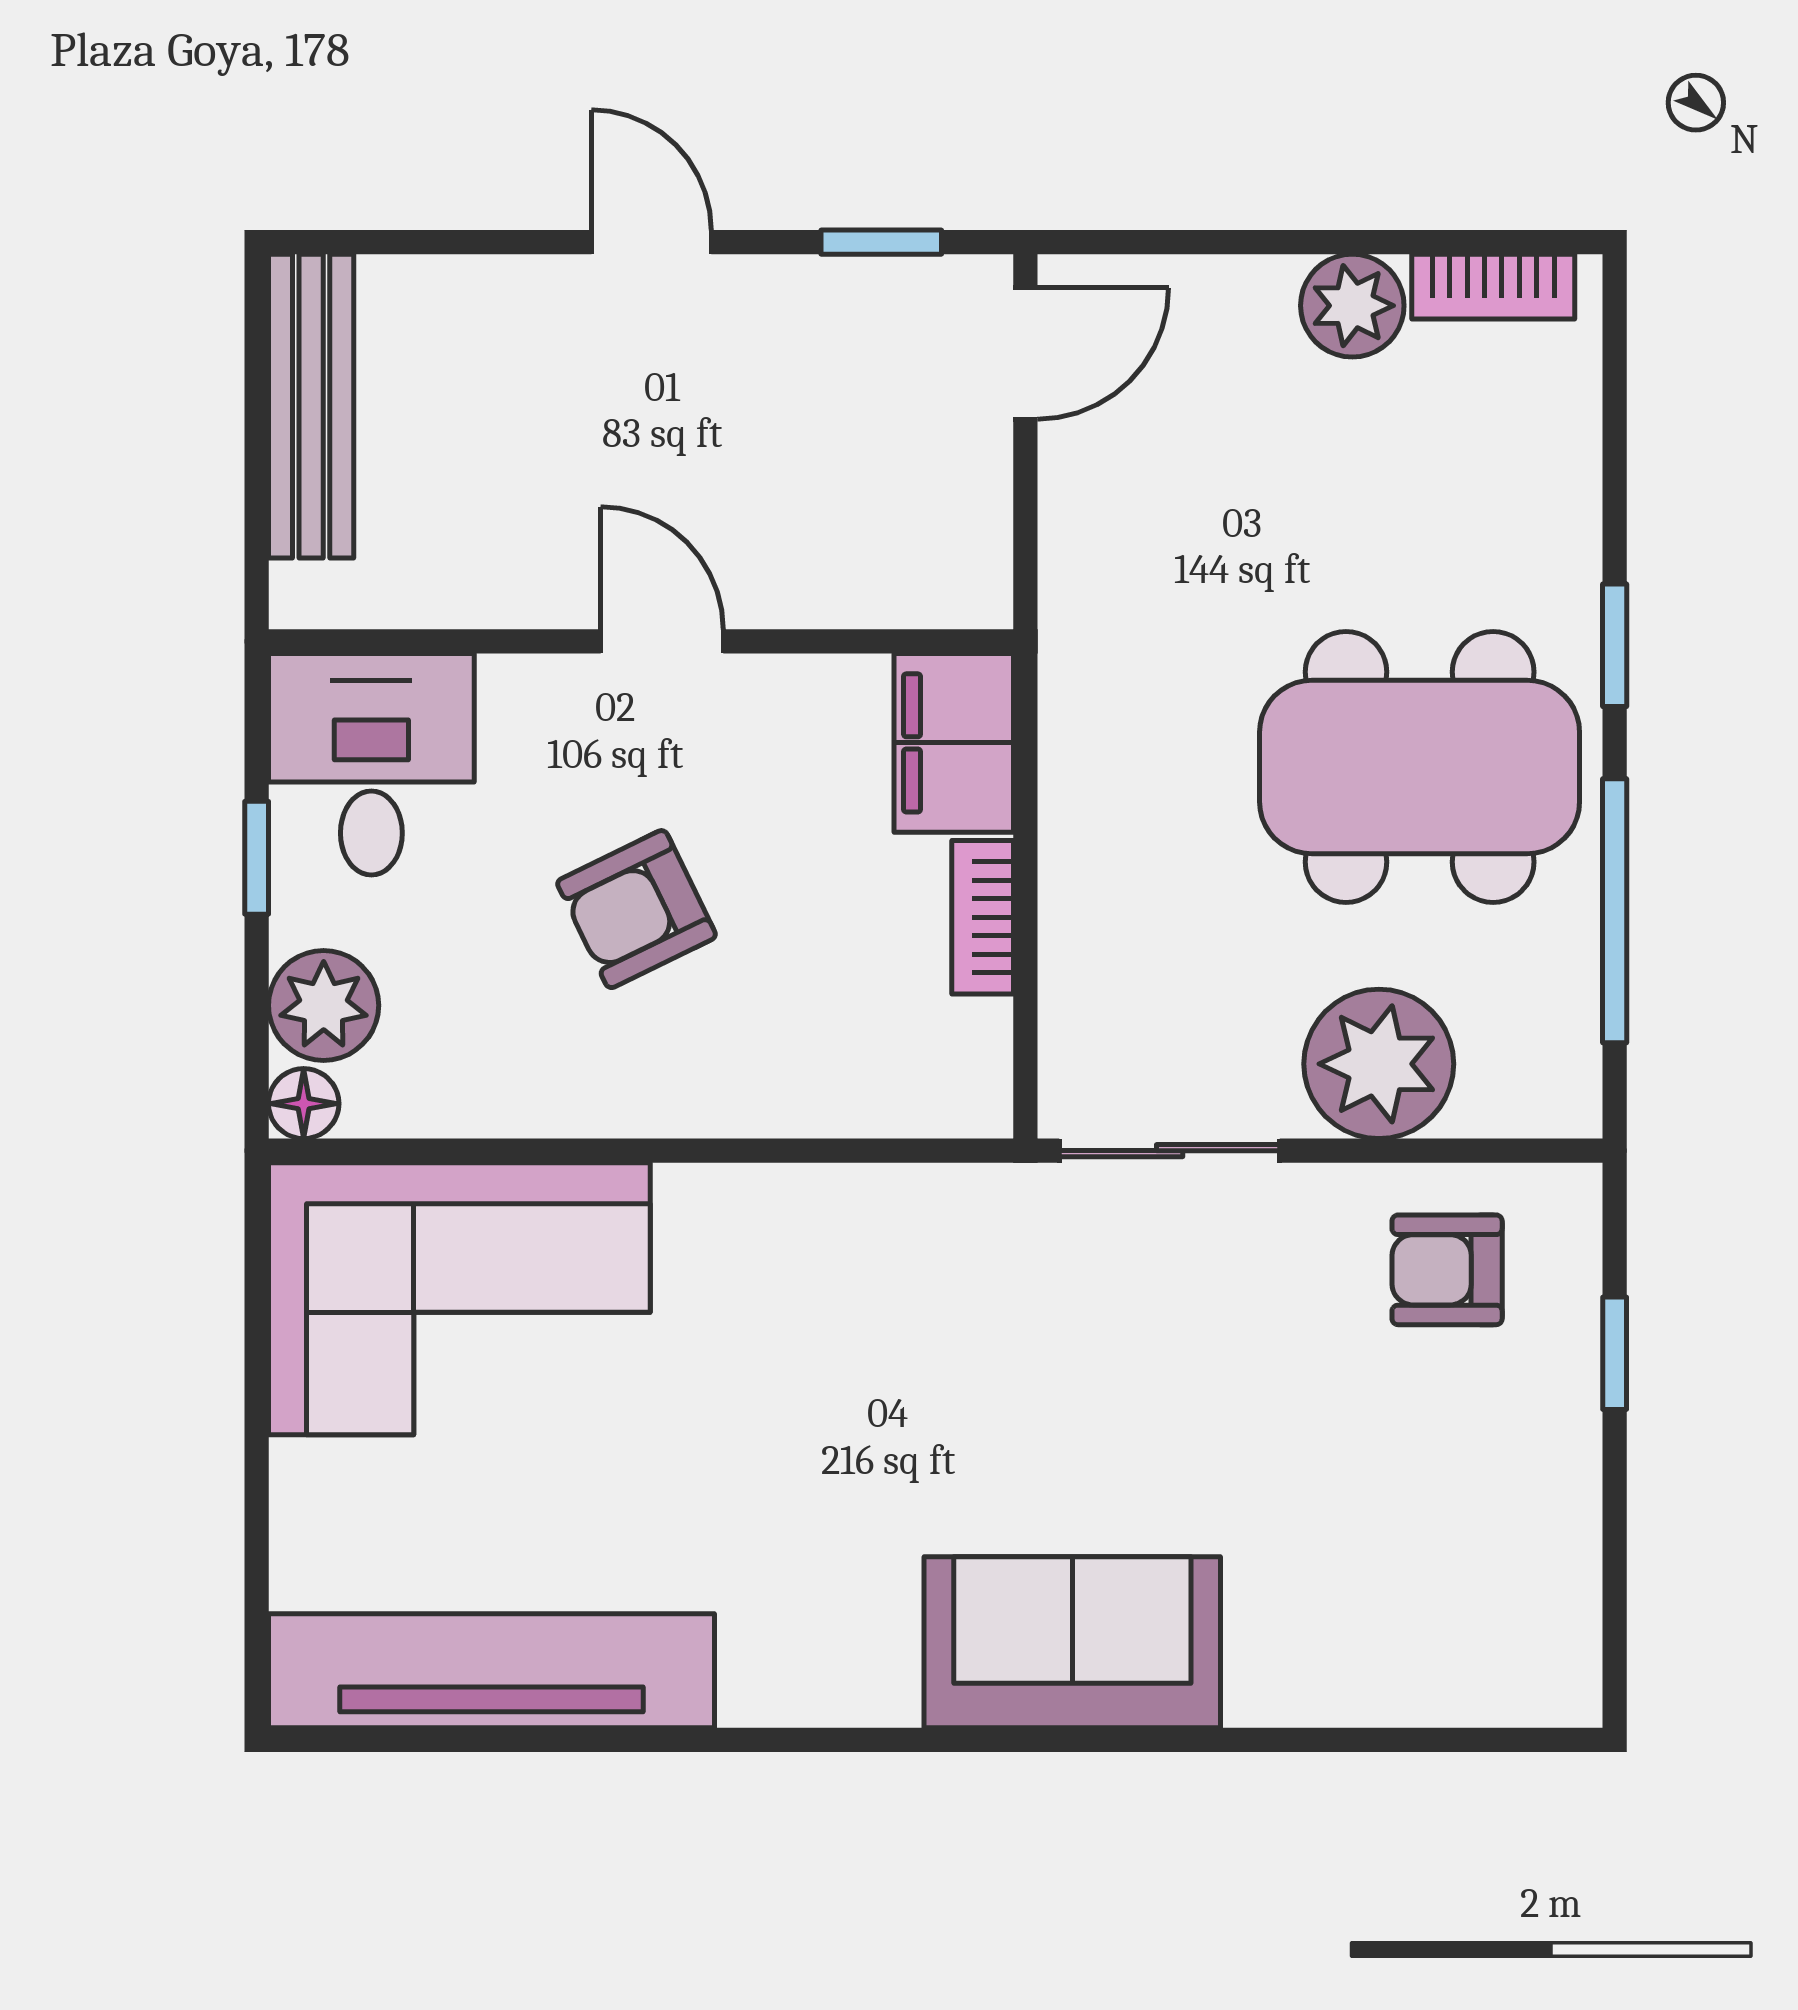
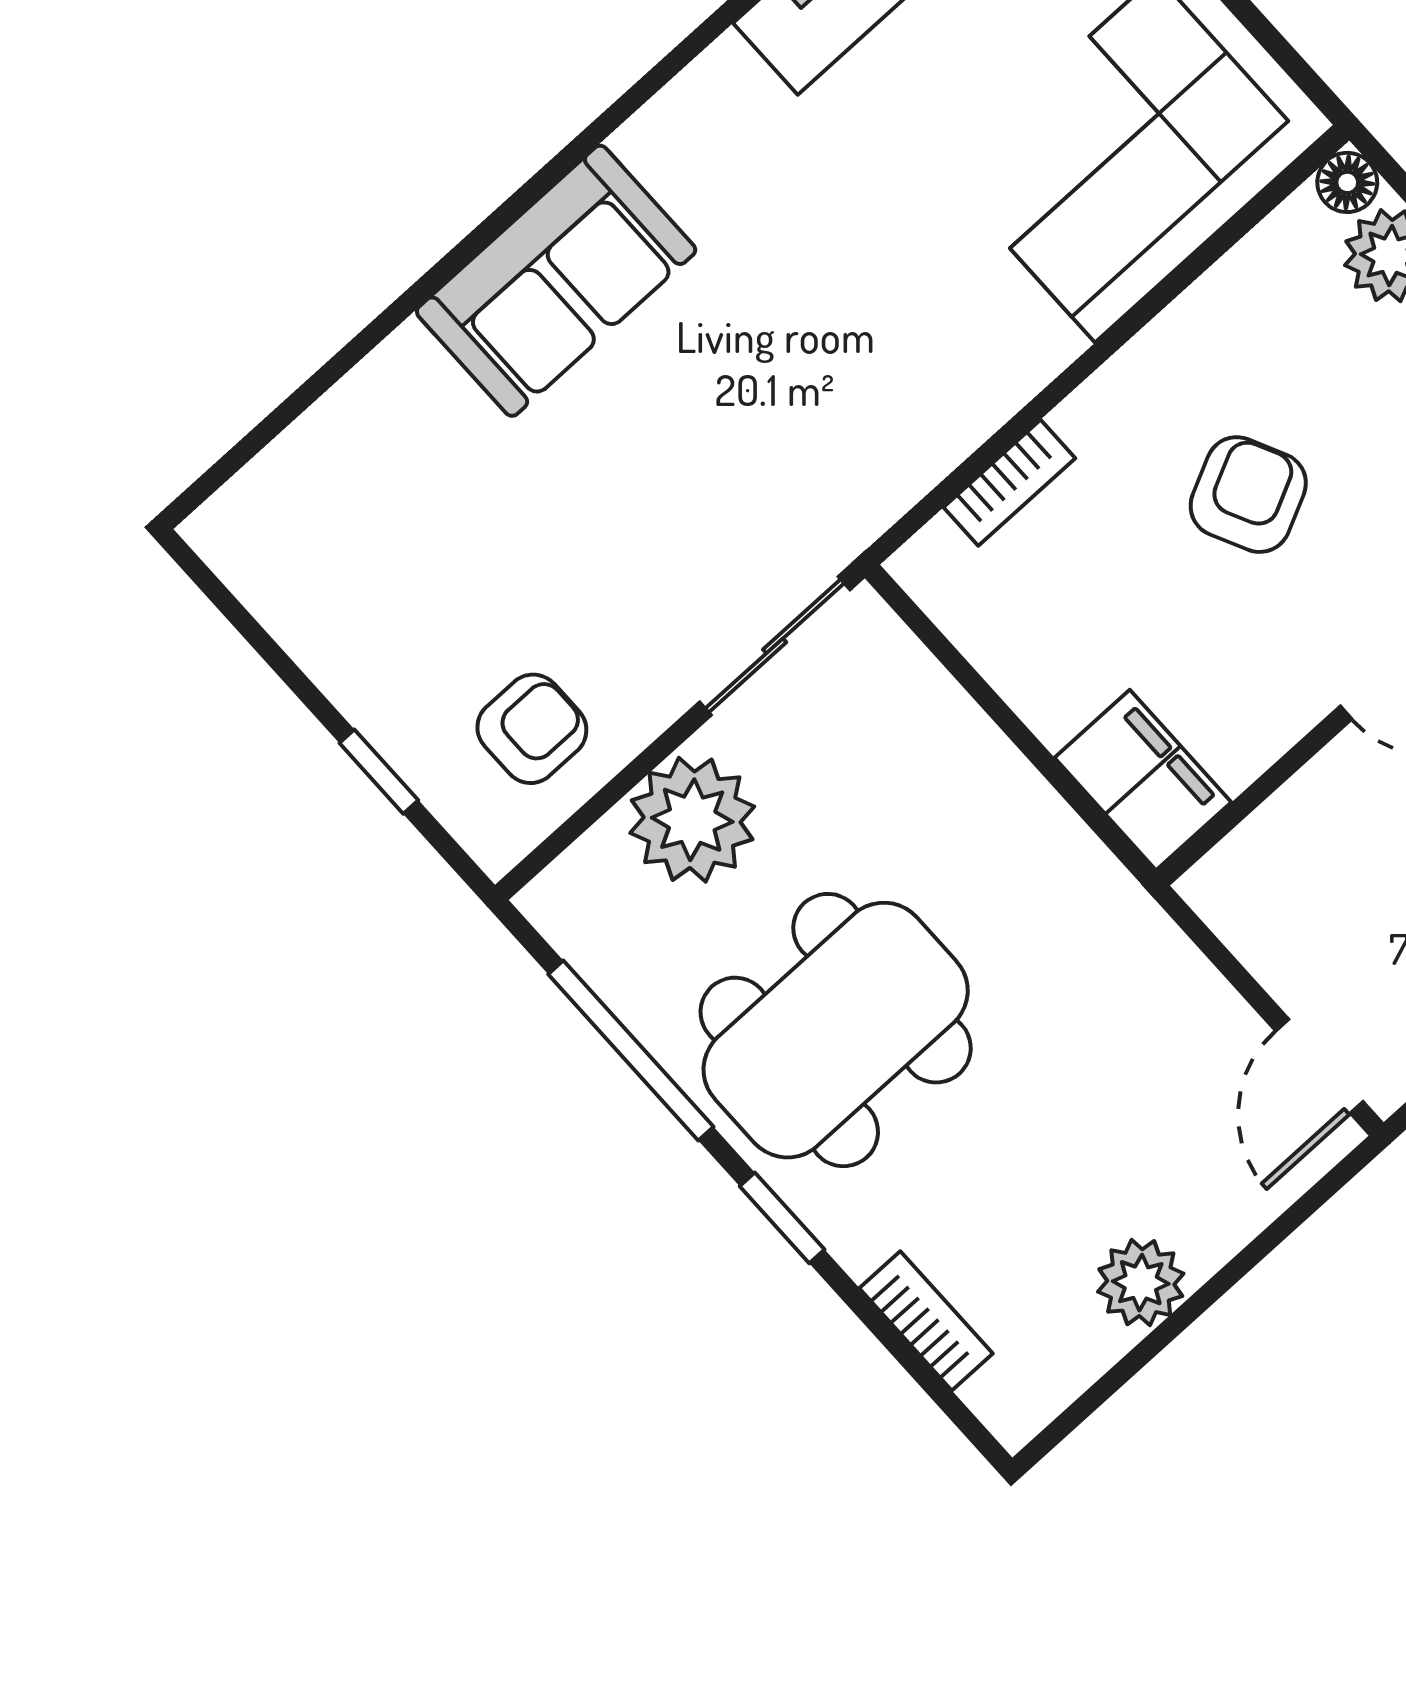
bookcase: (1493, 287) -> (926, 1321), moved, turned 90
bookcase: (983, 917) -> (1009, 483), moved, turned 90

